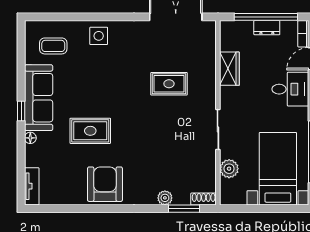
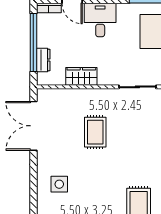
dresser: (267, 28) -> (43, 60), moved
side table: (99, 36) -> (59, 184), moved

